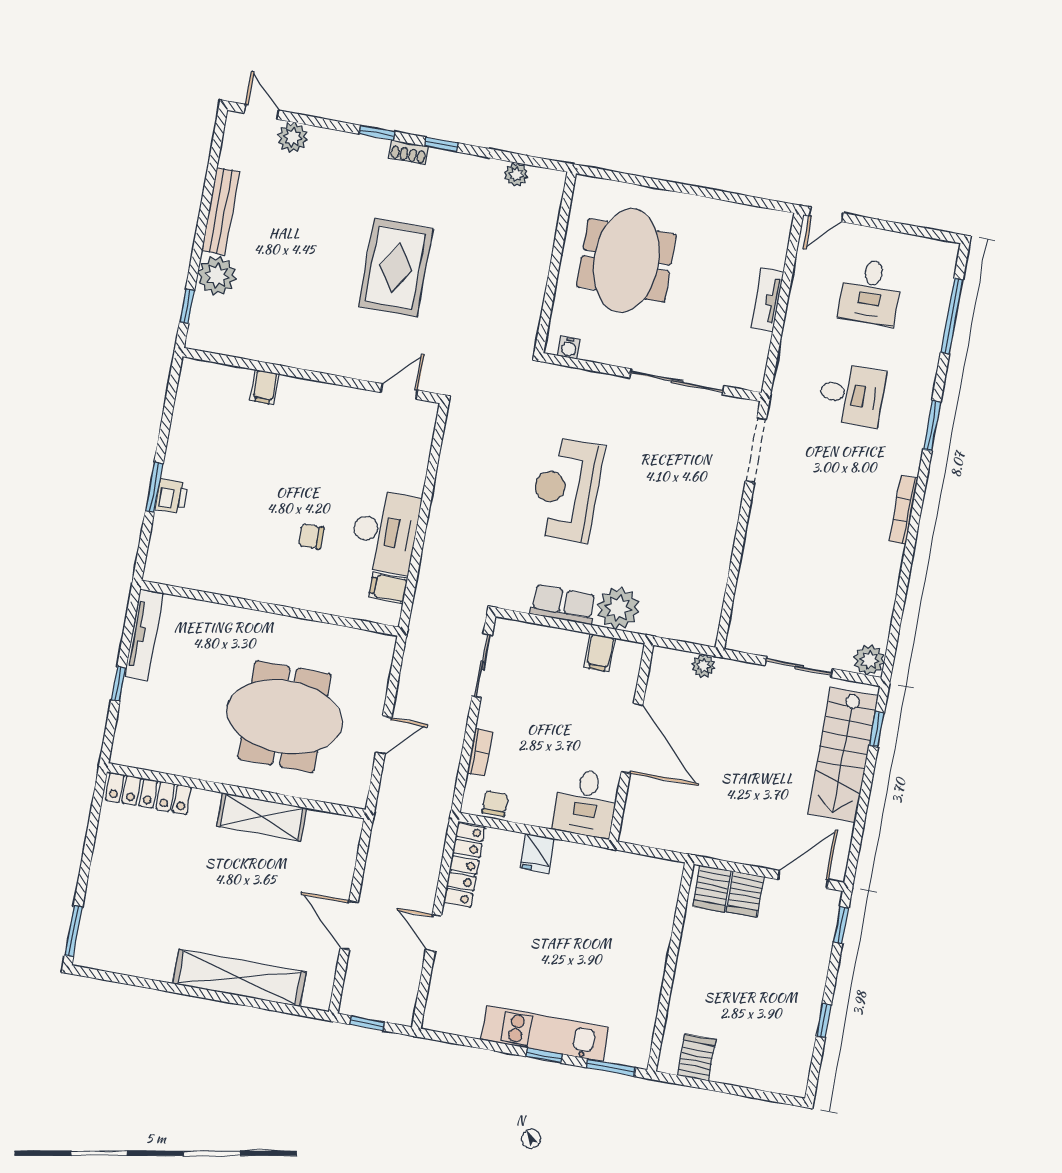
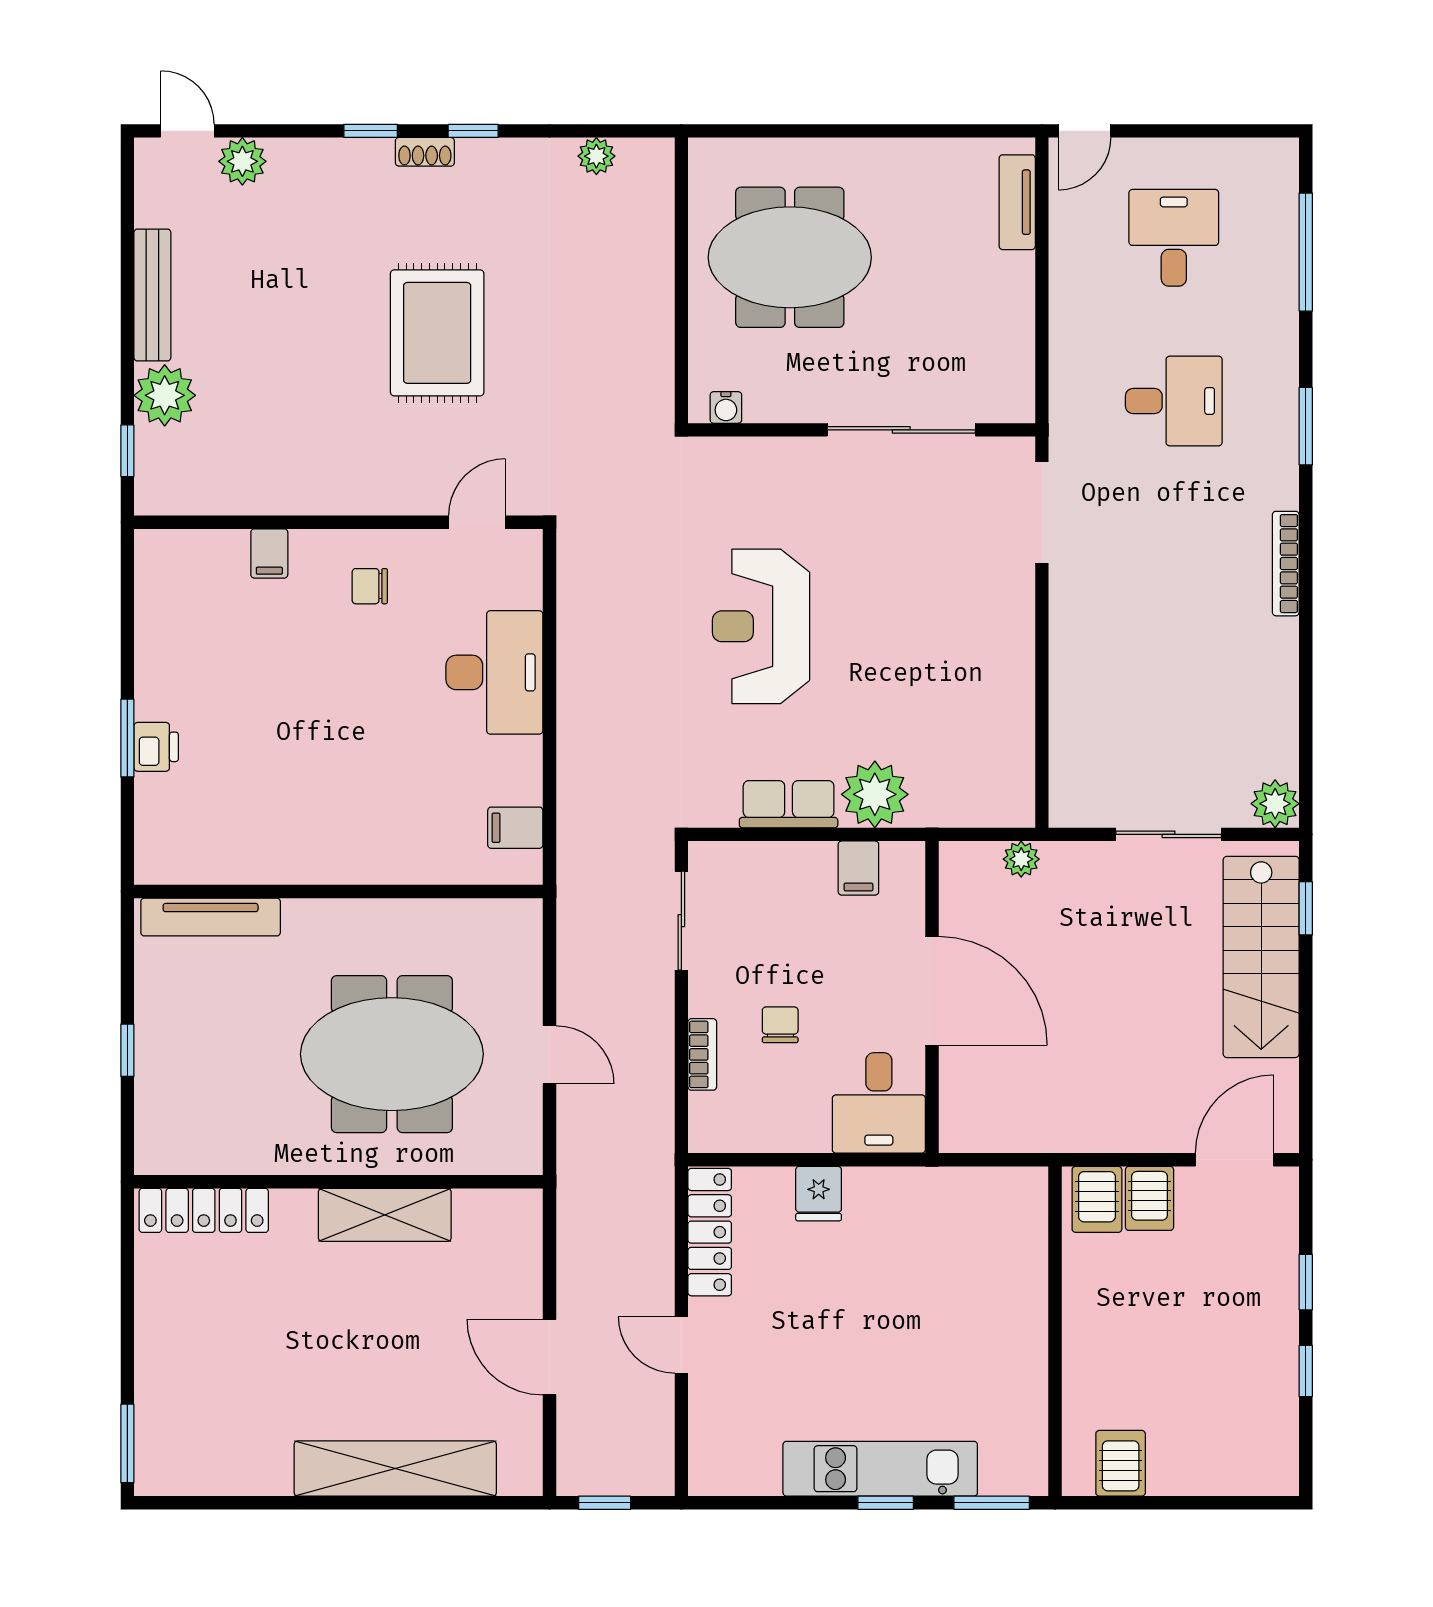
meeting table: (626, 260) -> (790, 257), turned 90
desk: (870, 292) -> (1174, 238), turned 180
tv unit: (767, 300) -> (1017, 202), moved
desk: (385, 532) -> (494, 672), moved
chair: (311, 536) -> (370, 586), moved
tv unit: (144, 635) -> (211, 917), moved, turned 90
door: (384, 735) -> (549, 1055), hinge flipped
chair: (495, 804) -> (780, 1025), moved
window: (841, 925) -> (1306, 1282), moved

